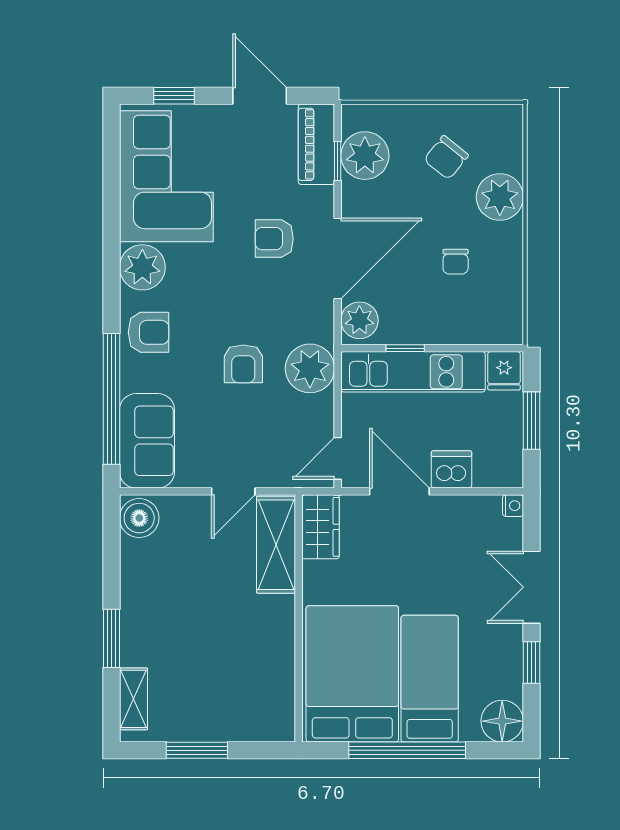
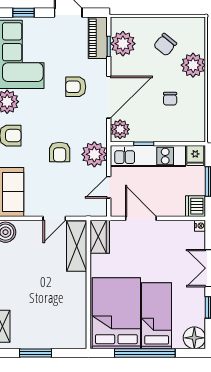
door: (338, 458) -> (109, 187), moved
dishwasher: (451, 469) -> (195, 206), moved, turned -90

